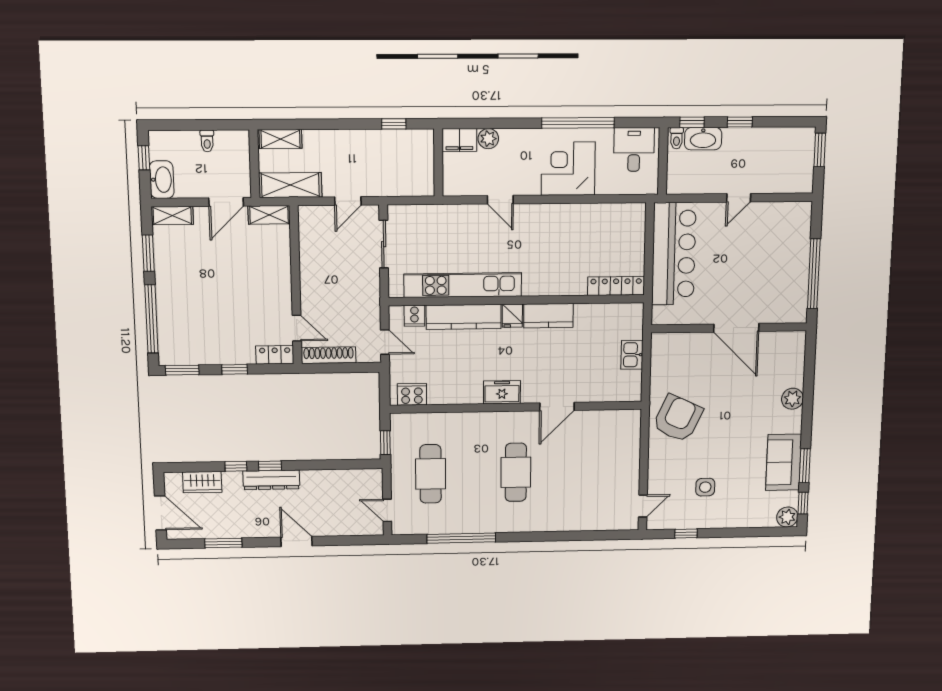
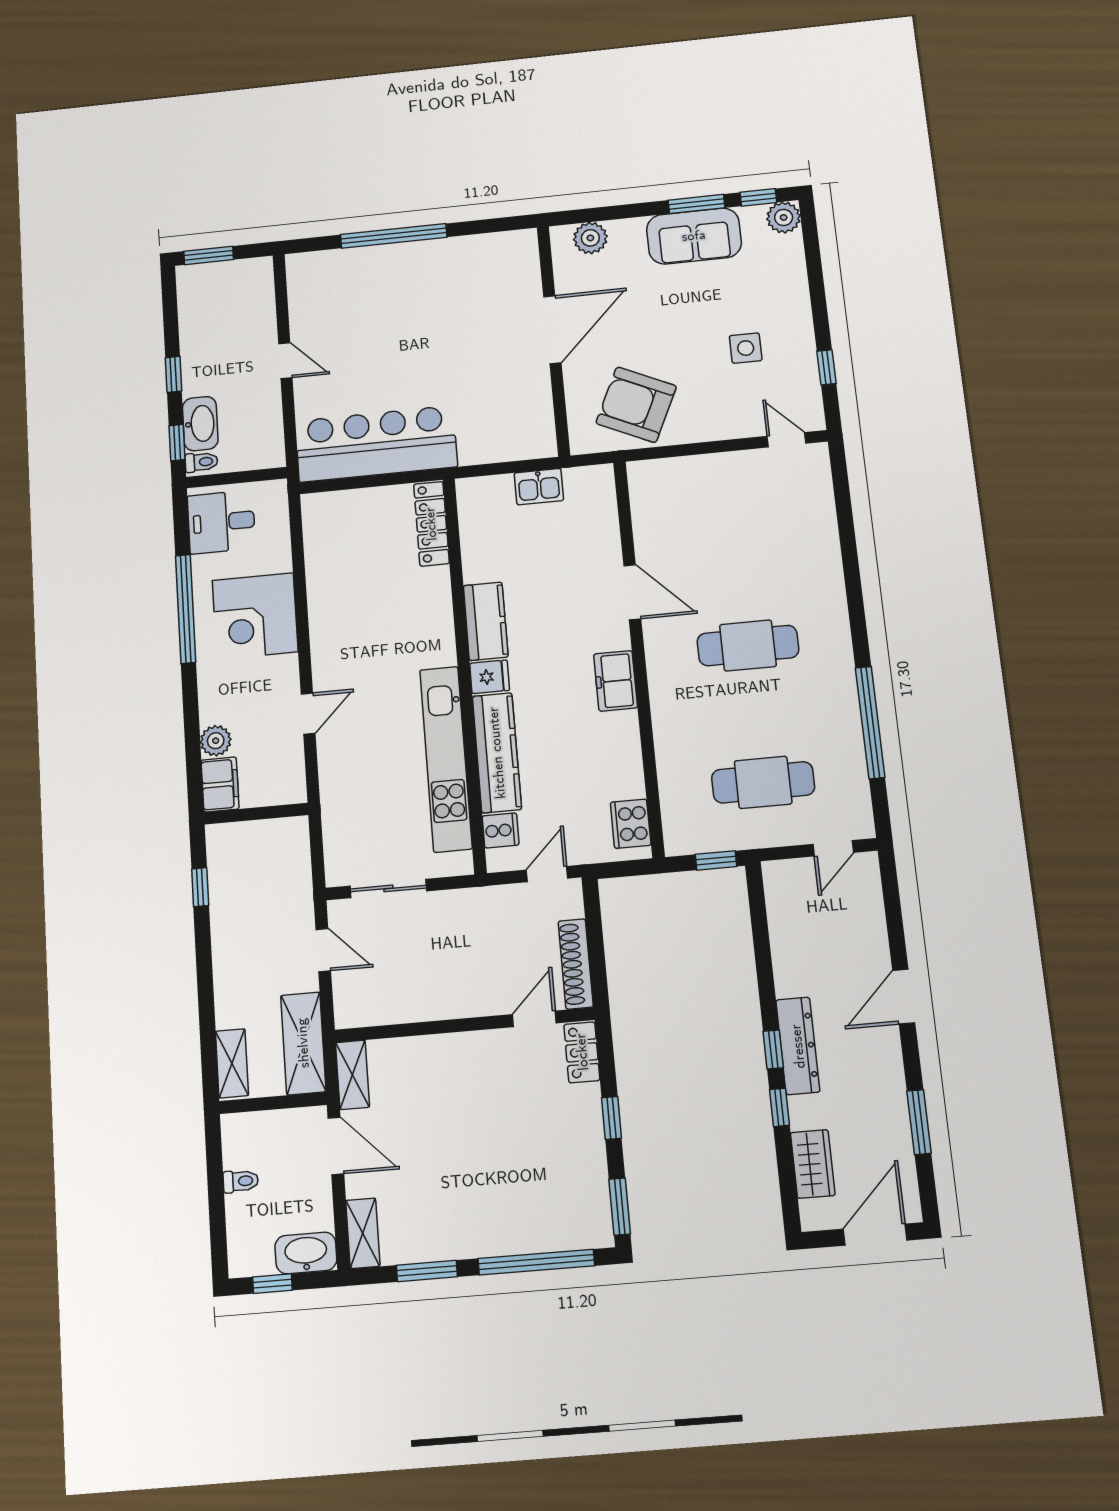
wall: (729, 328) -> (553, 340), moved
door: (736, 328) -> (552, 330), moved

